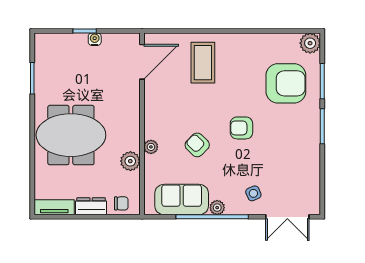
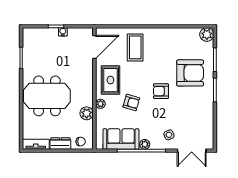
armchair: (286, 83) -> (190, 73), moved
rug: (166, 111) -> (110, 80), added
armchair: (197, 145) -> (131, 102), turned 152

